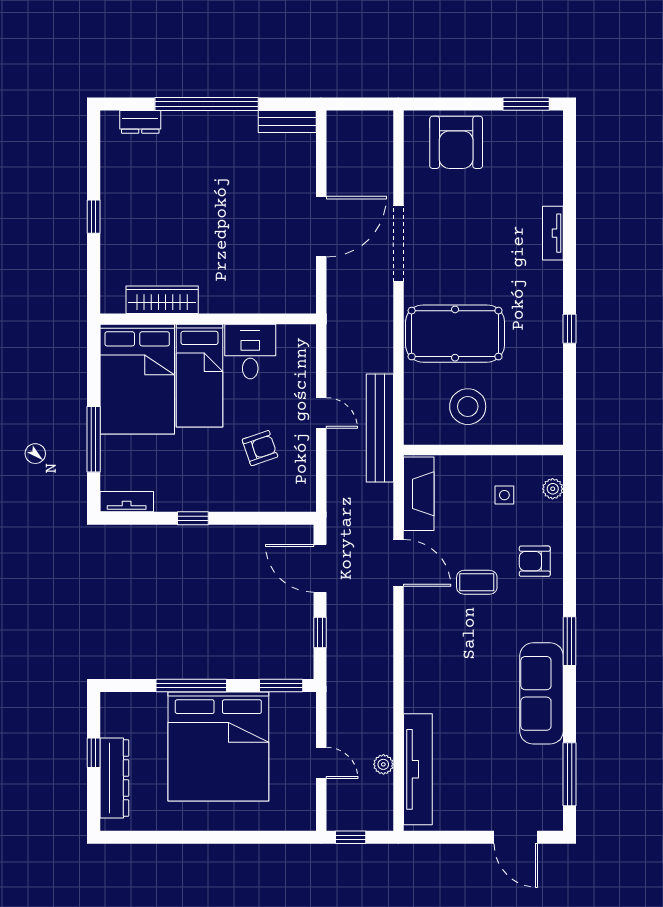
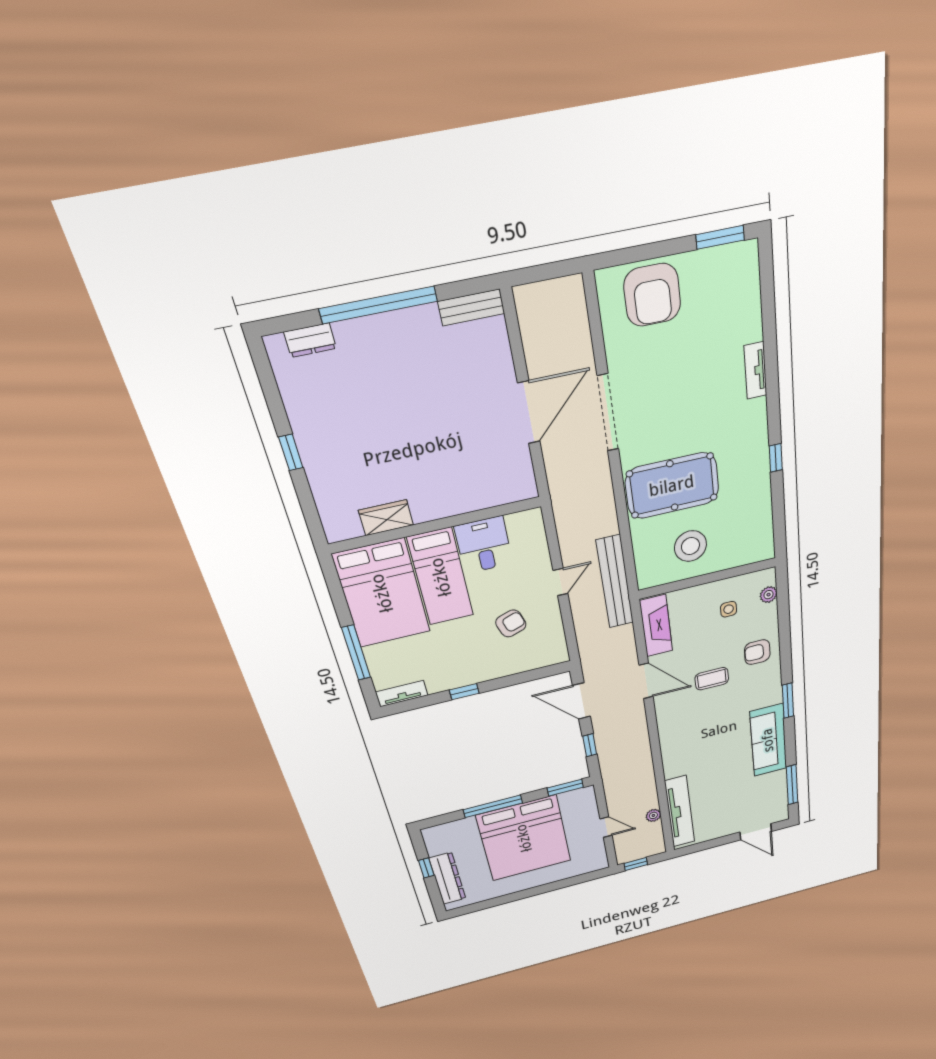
wardrobe: (162, 300) -> (386, 518), width x0.67
door: (321, 413) -> (560, 582), hinge flipped

